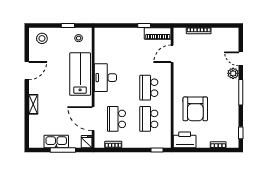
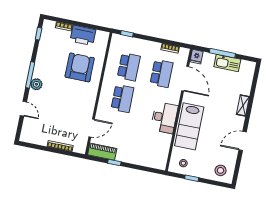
plant: (233, 73) -> (36, 84), moved
printer: (185, 140) -> (83, 35), moved

